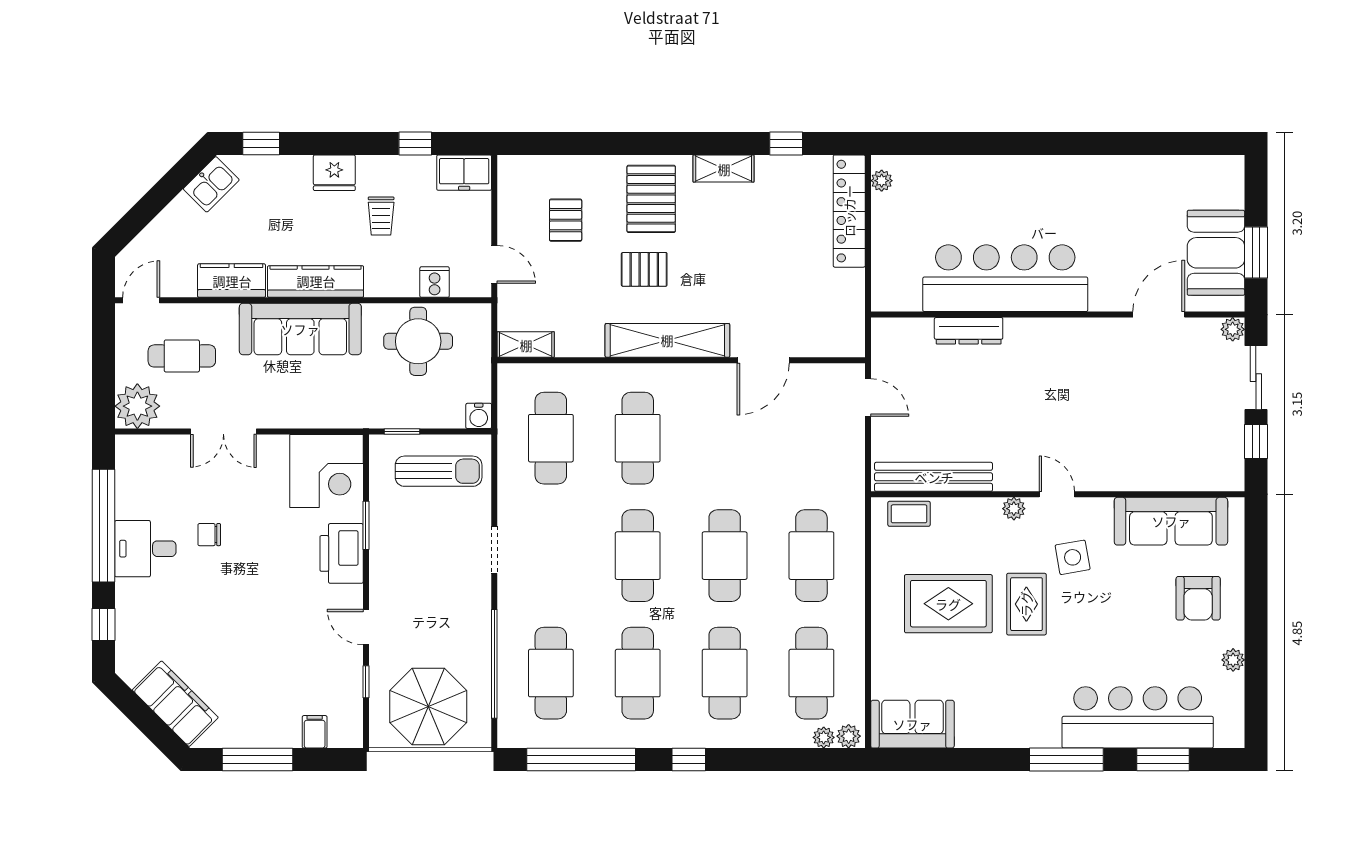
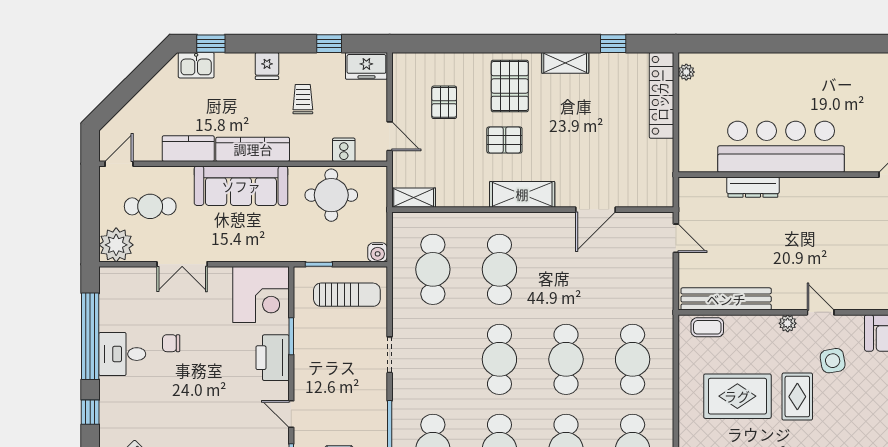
fridge: (334, 173) -> (267, 66), width x0.72
kitchen sink: (211, 184) -> (196, 65), moved, turned 45
trolley: (381, 216) -> (303, 99), turned 180
shelving: (667, 340) -> (522, 194), width x0.68

